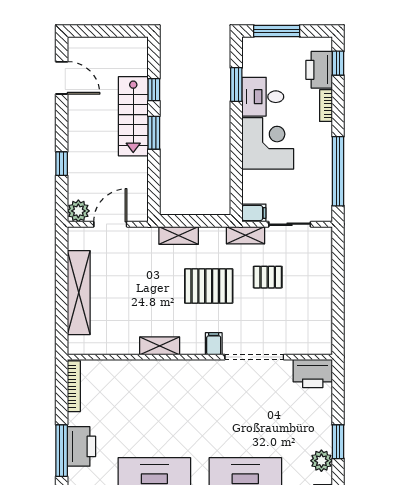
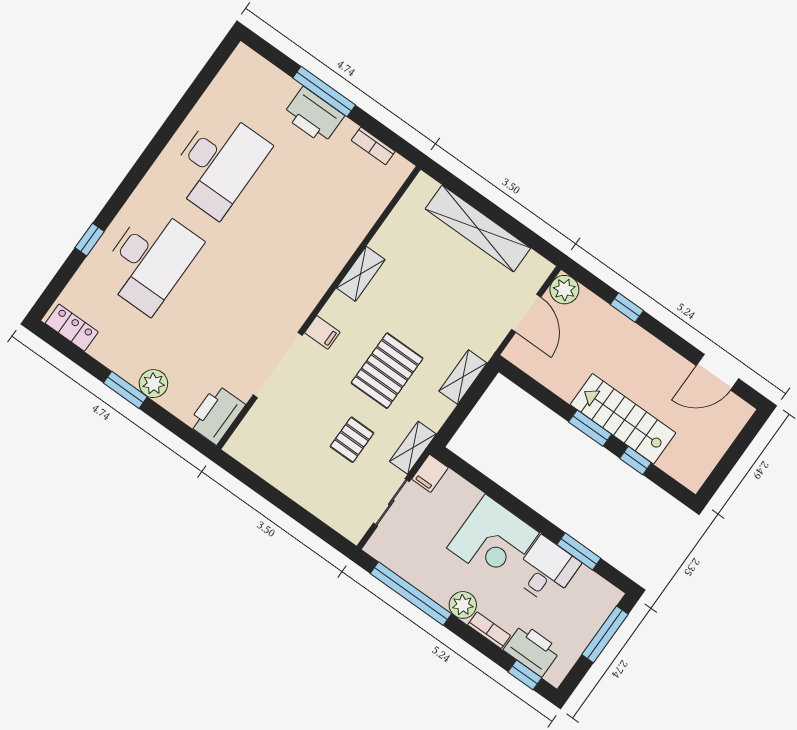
plant: (322, 133) -> (463, 605), added
bookcase: (74, 386) -> (373, 146), width x0.64
plant: (321, 461) -> (153, 384), moved

